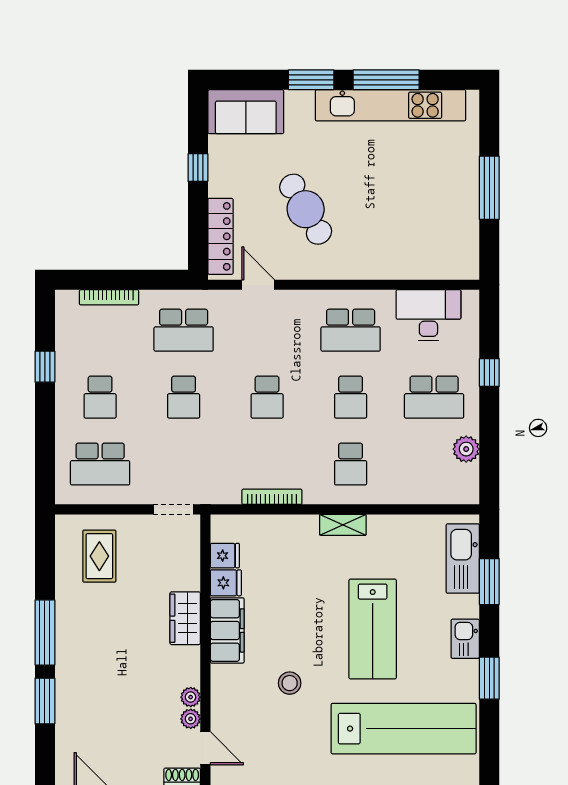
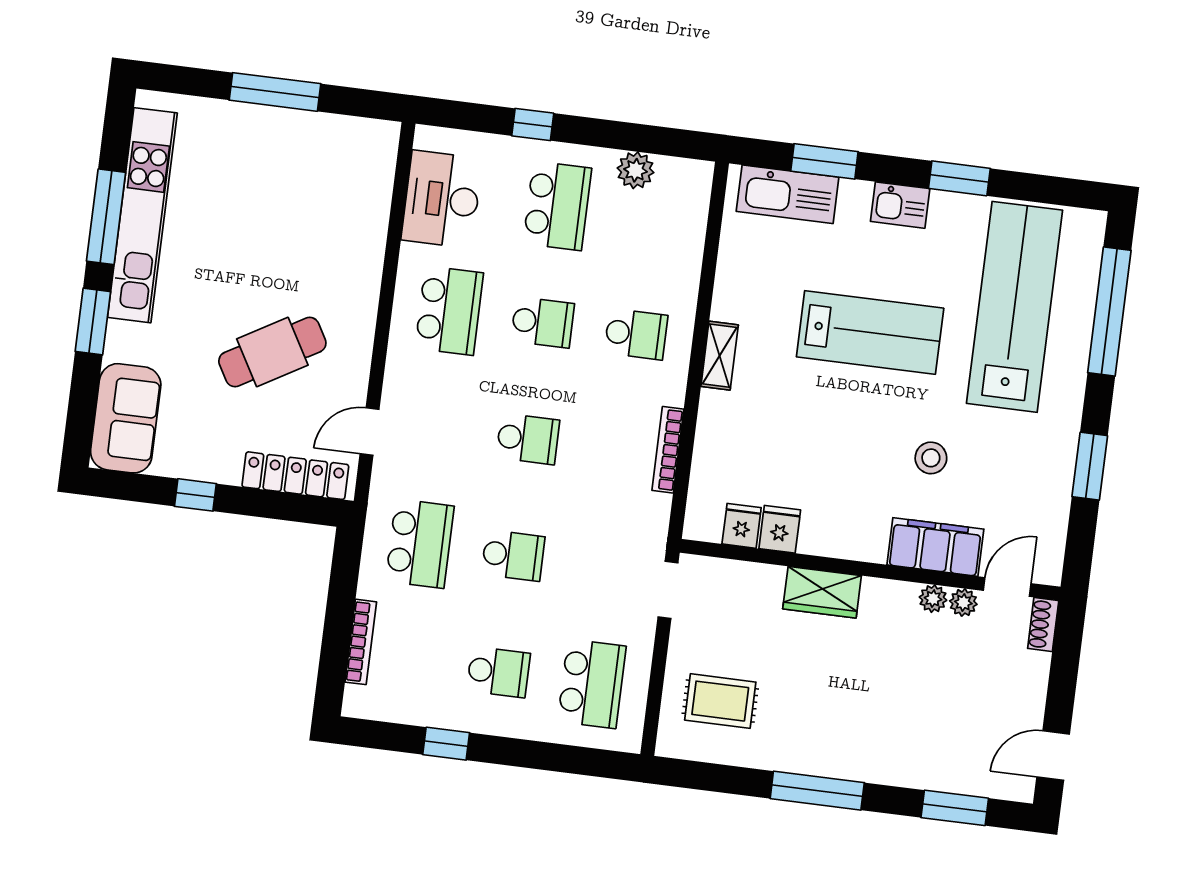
filing cabinet: (227, 630) -> (935, 547), moved
window: (45, 701) -> (955, 808), moved

